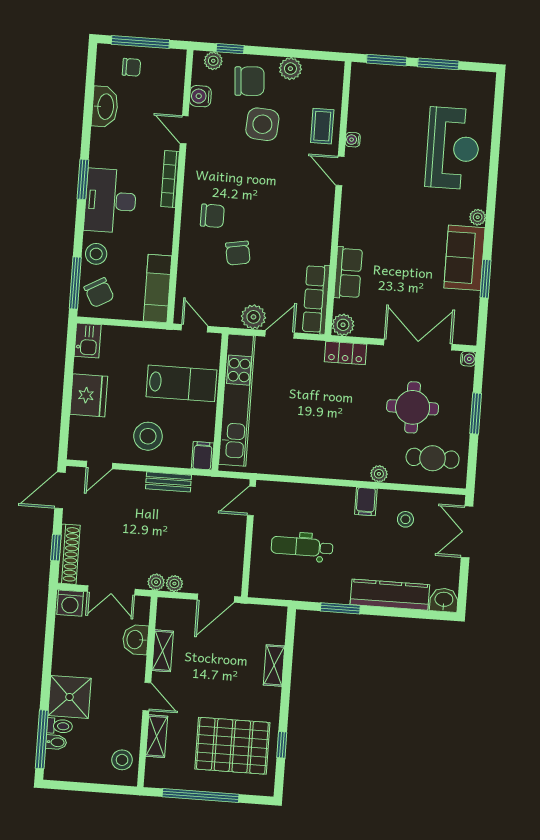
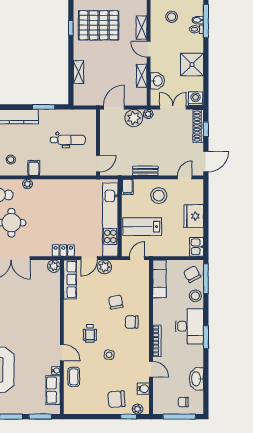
plant: (290, 69) -> (94, 408), removed
side table: (262, 124) -> (109, 355), moved, width x0.54, depth x0.54
wheelchair: (288, 201) -> (90, 333), added
row of seats: (348, 273) -> (53, 390), moved
door: (194, 328) -> (137, 258), swing flipped
locker: (345, 353) -> (63, 250), moved
plant: (174, 584) -> (134, 118), width x1.88, depth x1.88
shower: (69, 697) -> (192, 65), moved
stool: (122, 760) -> (172, 17), moved

